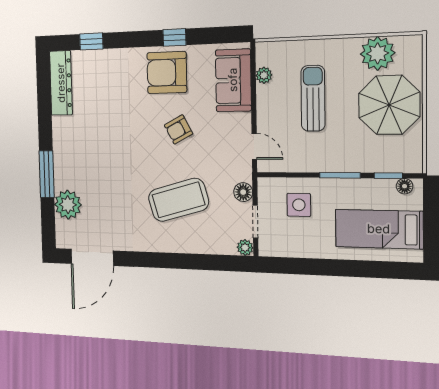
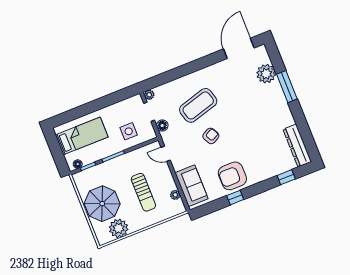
armchair: (167, 73) -> (232, 176), turned 180
armchair: (179, 129) -> (211, 136), moved

